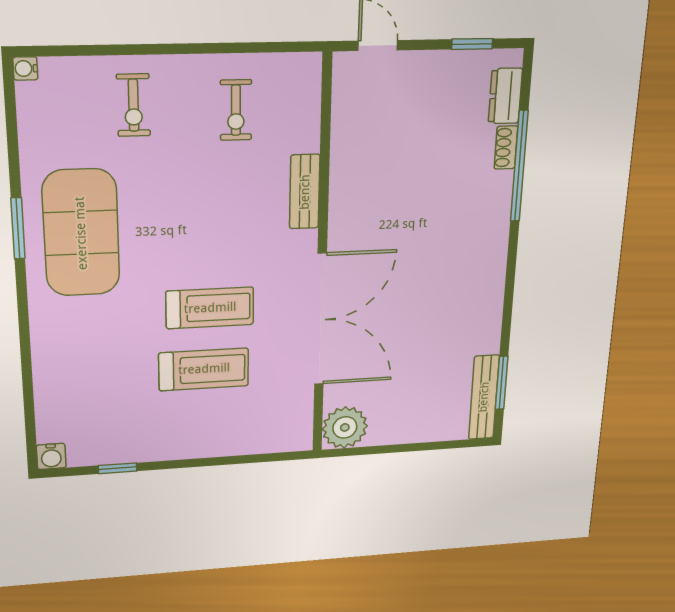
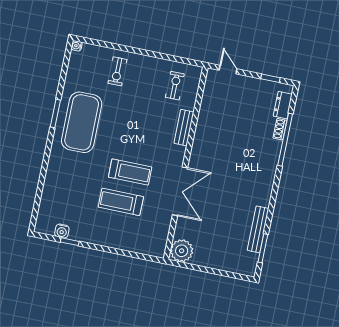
exercise bike: (236, 110) -> (175, 86), moved, turned 180
double door: (321, 320) -> (180, 191), width x0.73
treadmill: (204, 369) -> (121, 202), turned 180
bench: (484, 397) -> (258, 229), moved
water cooler: (51, 456) -> (62, 231), moved

